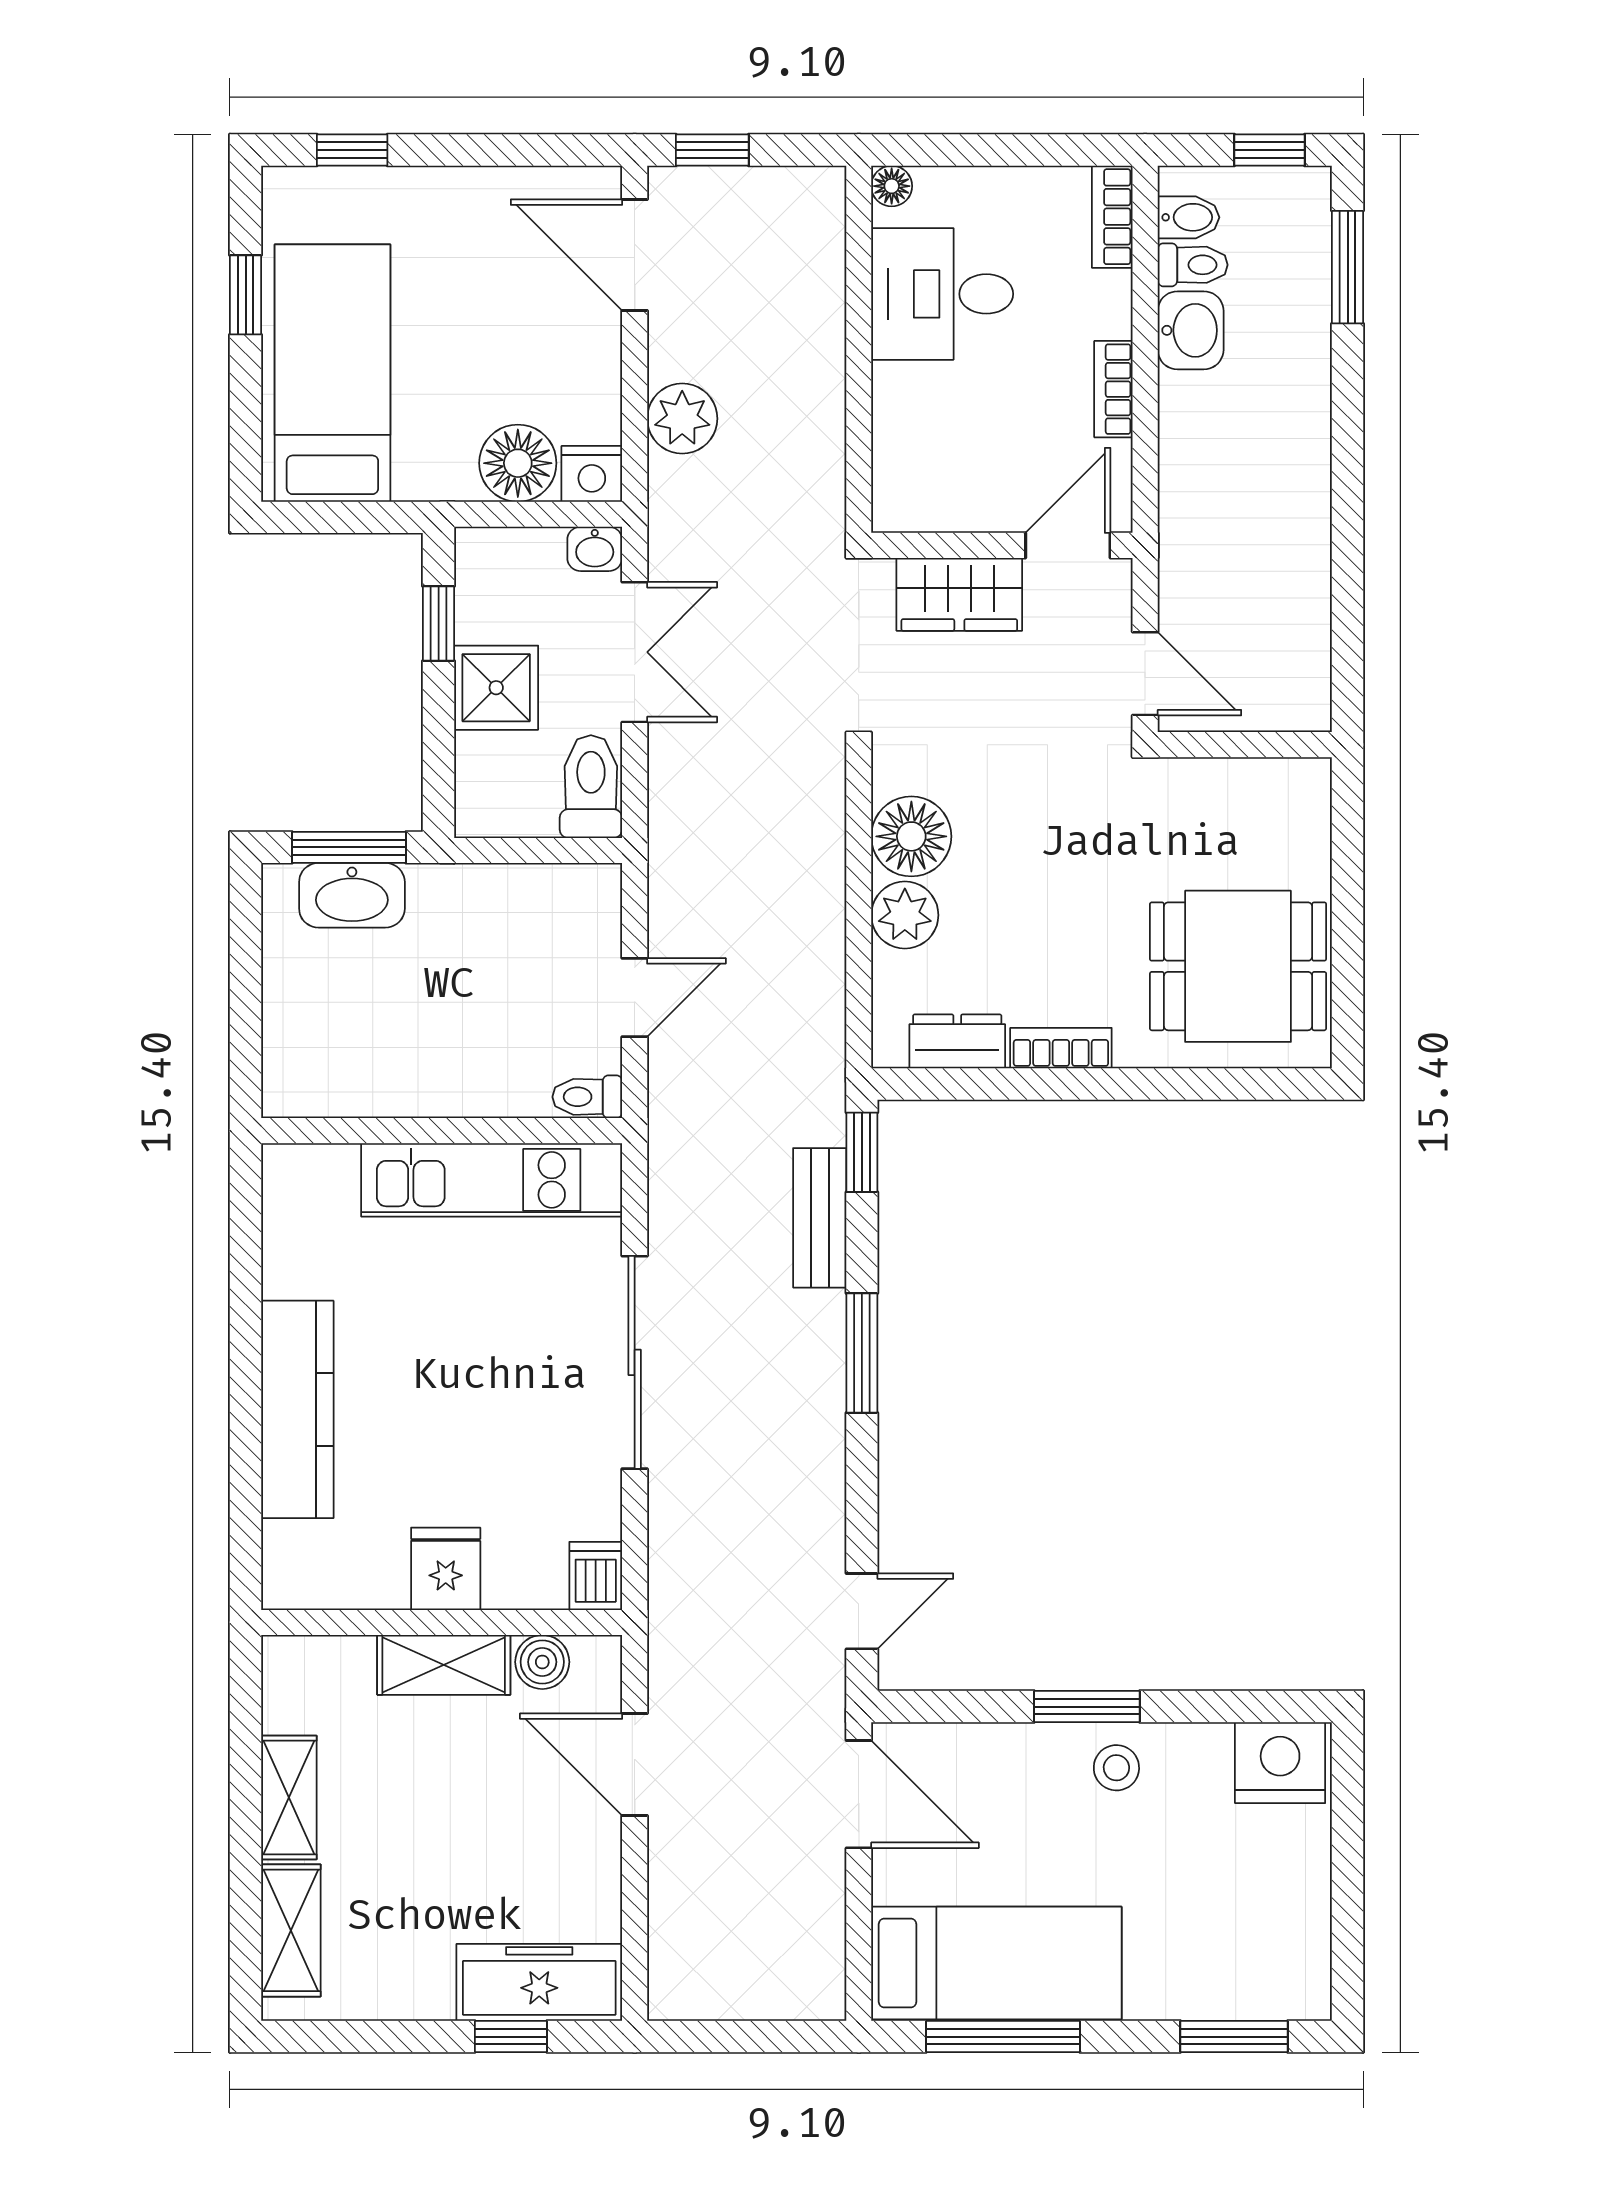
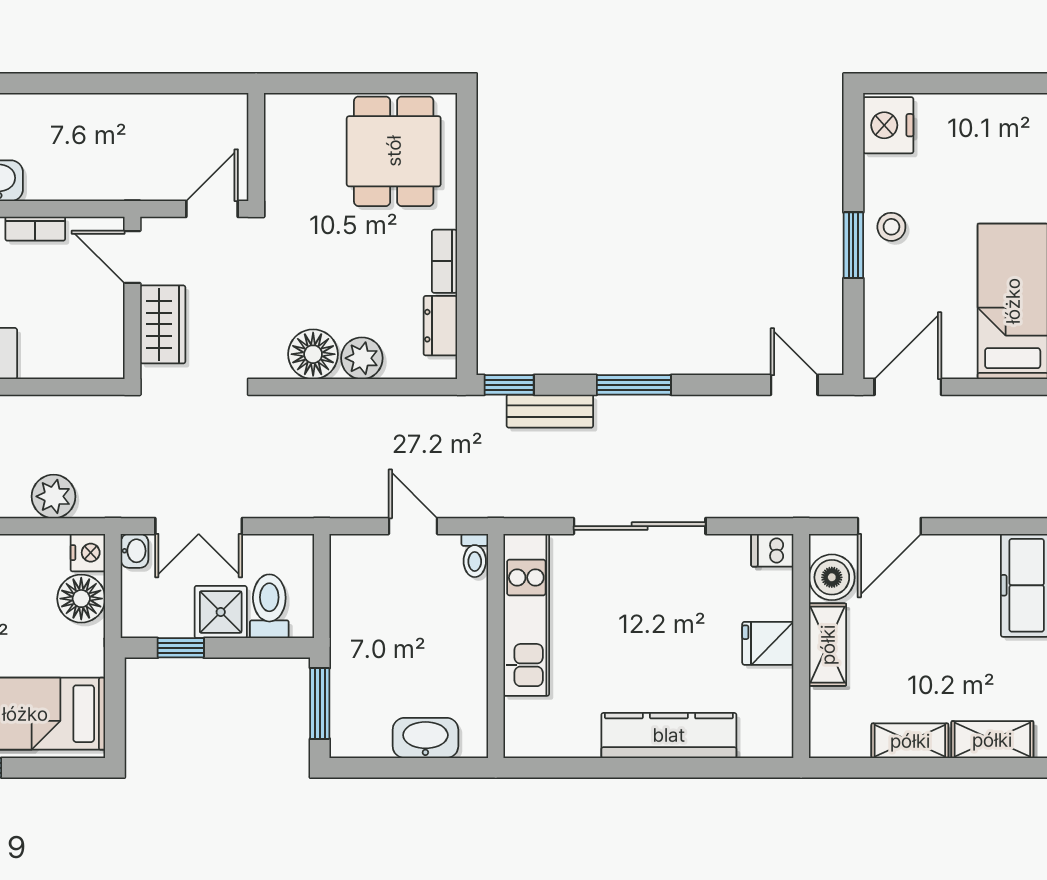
double door: (635, 652) -> (199, 526), swing flipped
toilet: (591, 787) -> (269, 606), moved, turned 90
washbasin: (352, 895) -> (425, 738), moved, turned -90
boiler: (542, 1662) -> (832, 577), width x1.36, depth x1.36

